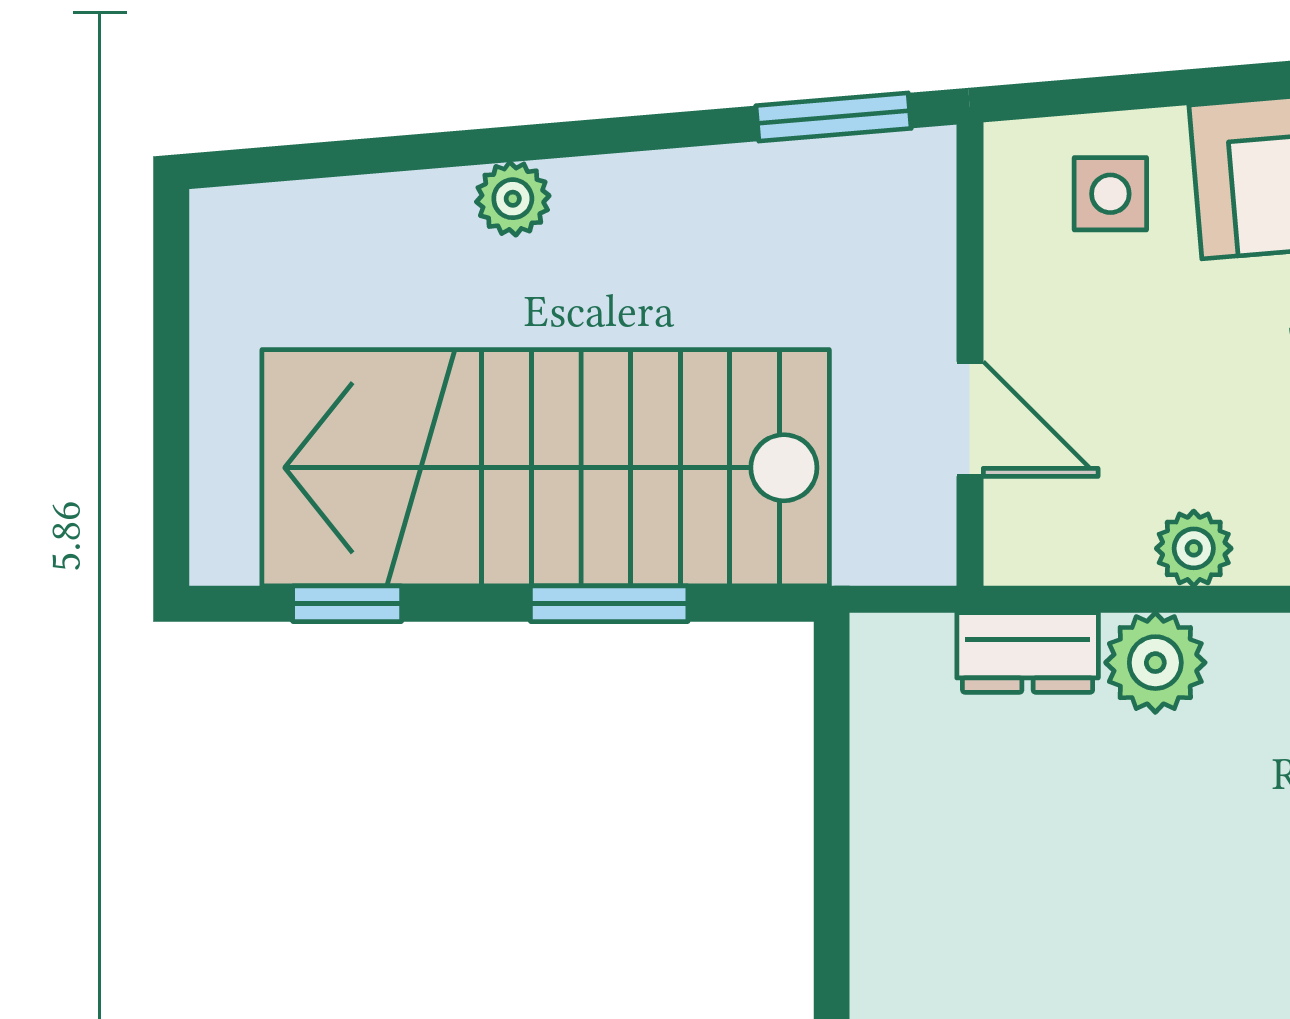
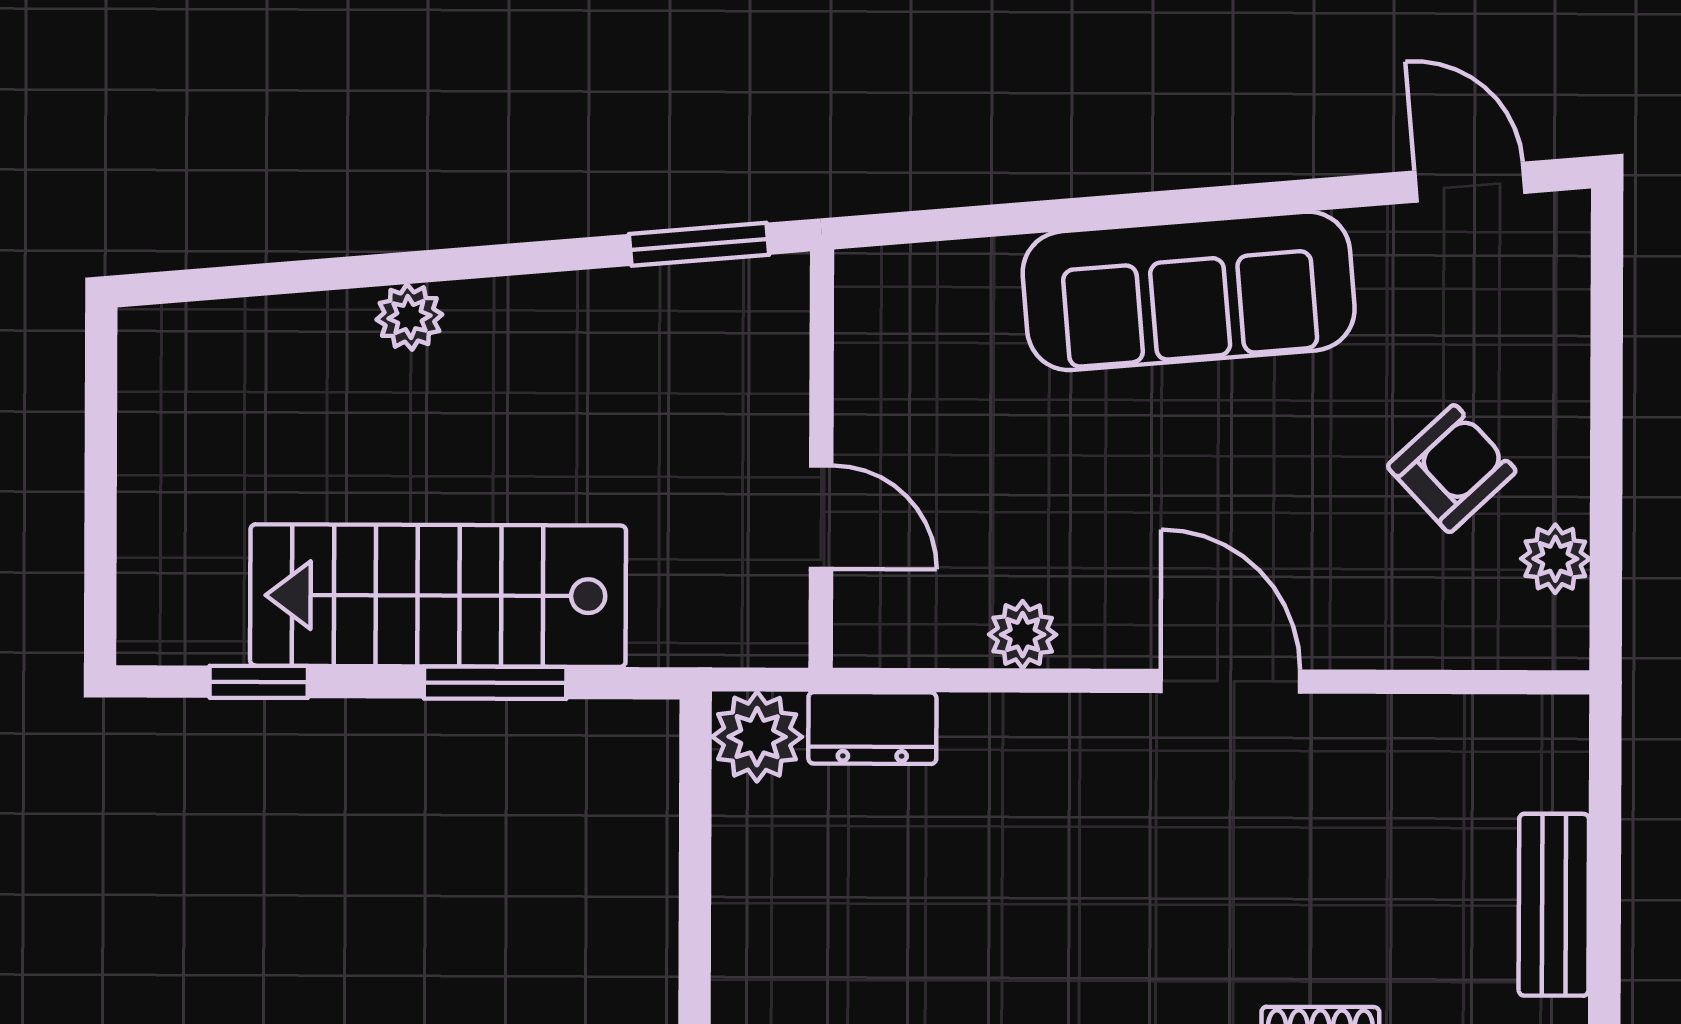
side table: (1110, 194) -> (949, 314), removed
stairs: (546, 468) -> (438, 596), width x0.73, depth x0.66
plant: (1155, 663) -> (757, 737), moved

